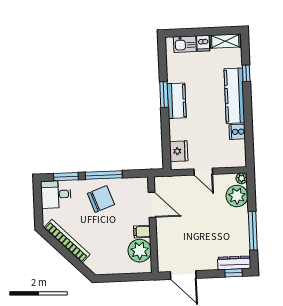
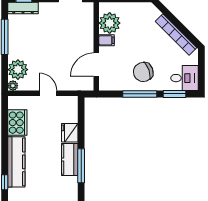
window: (164, 95) -> (81, 166), width x1.44
cooker: (237, 132) -> (17, 123), width x1.87, depth x1.31
fridge: (179, 151) -> (70, 133), moved
door: (152, 205) -> (96, 65), hinge flipped

